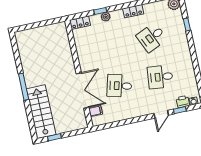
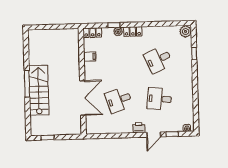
locker: (133, 11) -> (133, 32), moved
desk: (119, 86) -> (119, 100), turned -33
printer: (183, 102) -> (139, 128), moved
filing cabinet: (95, 111) -> (90, 57), moved
stairs: (41, 112) -> (39, 90), moved

